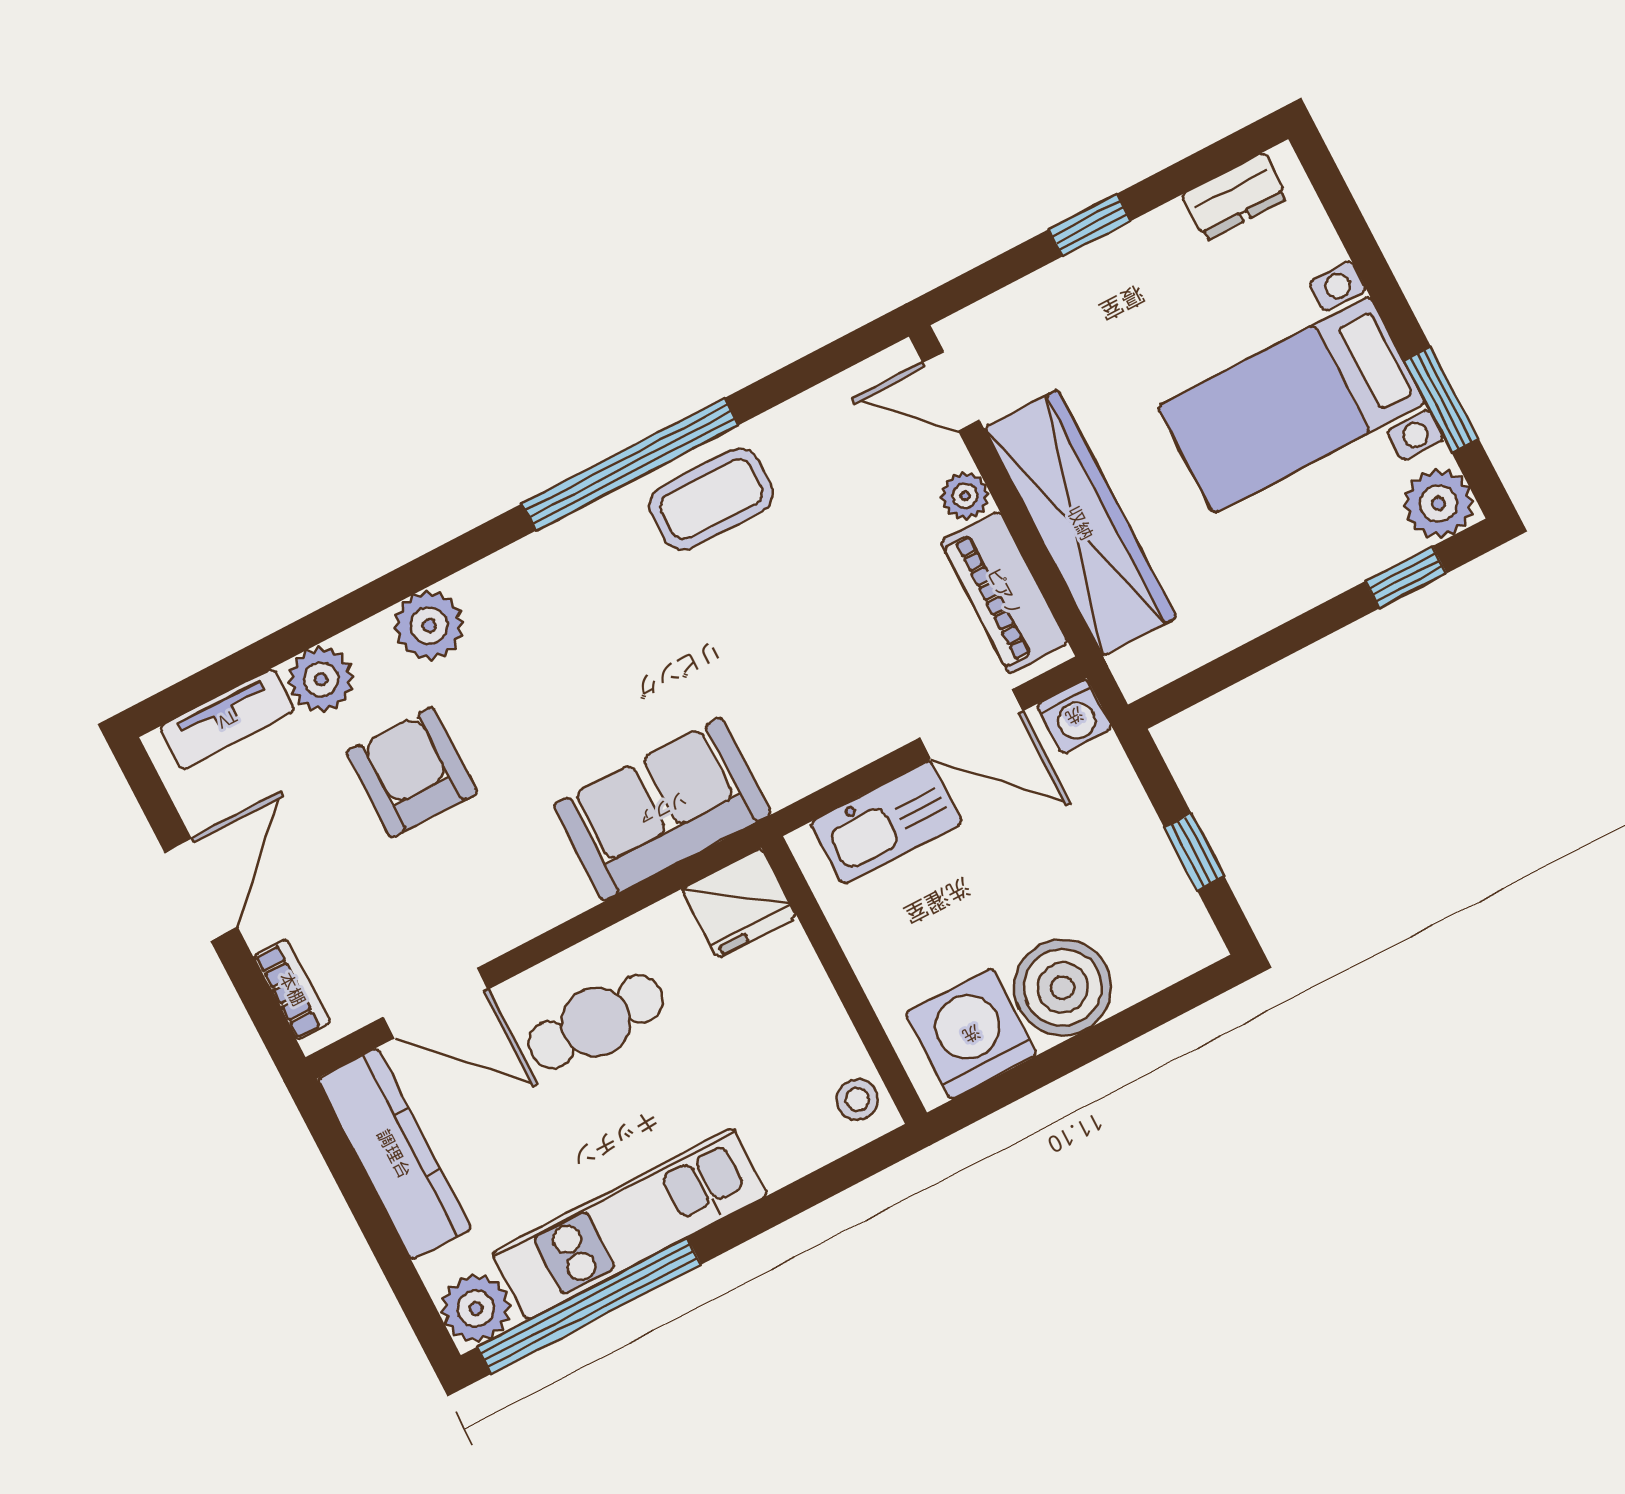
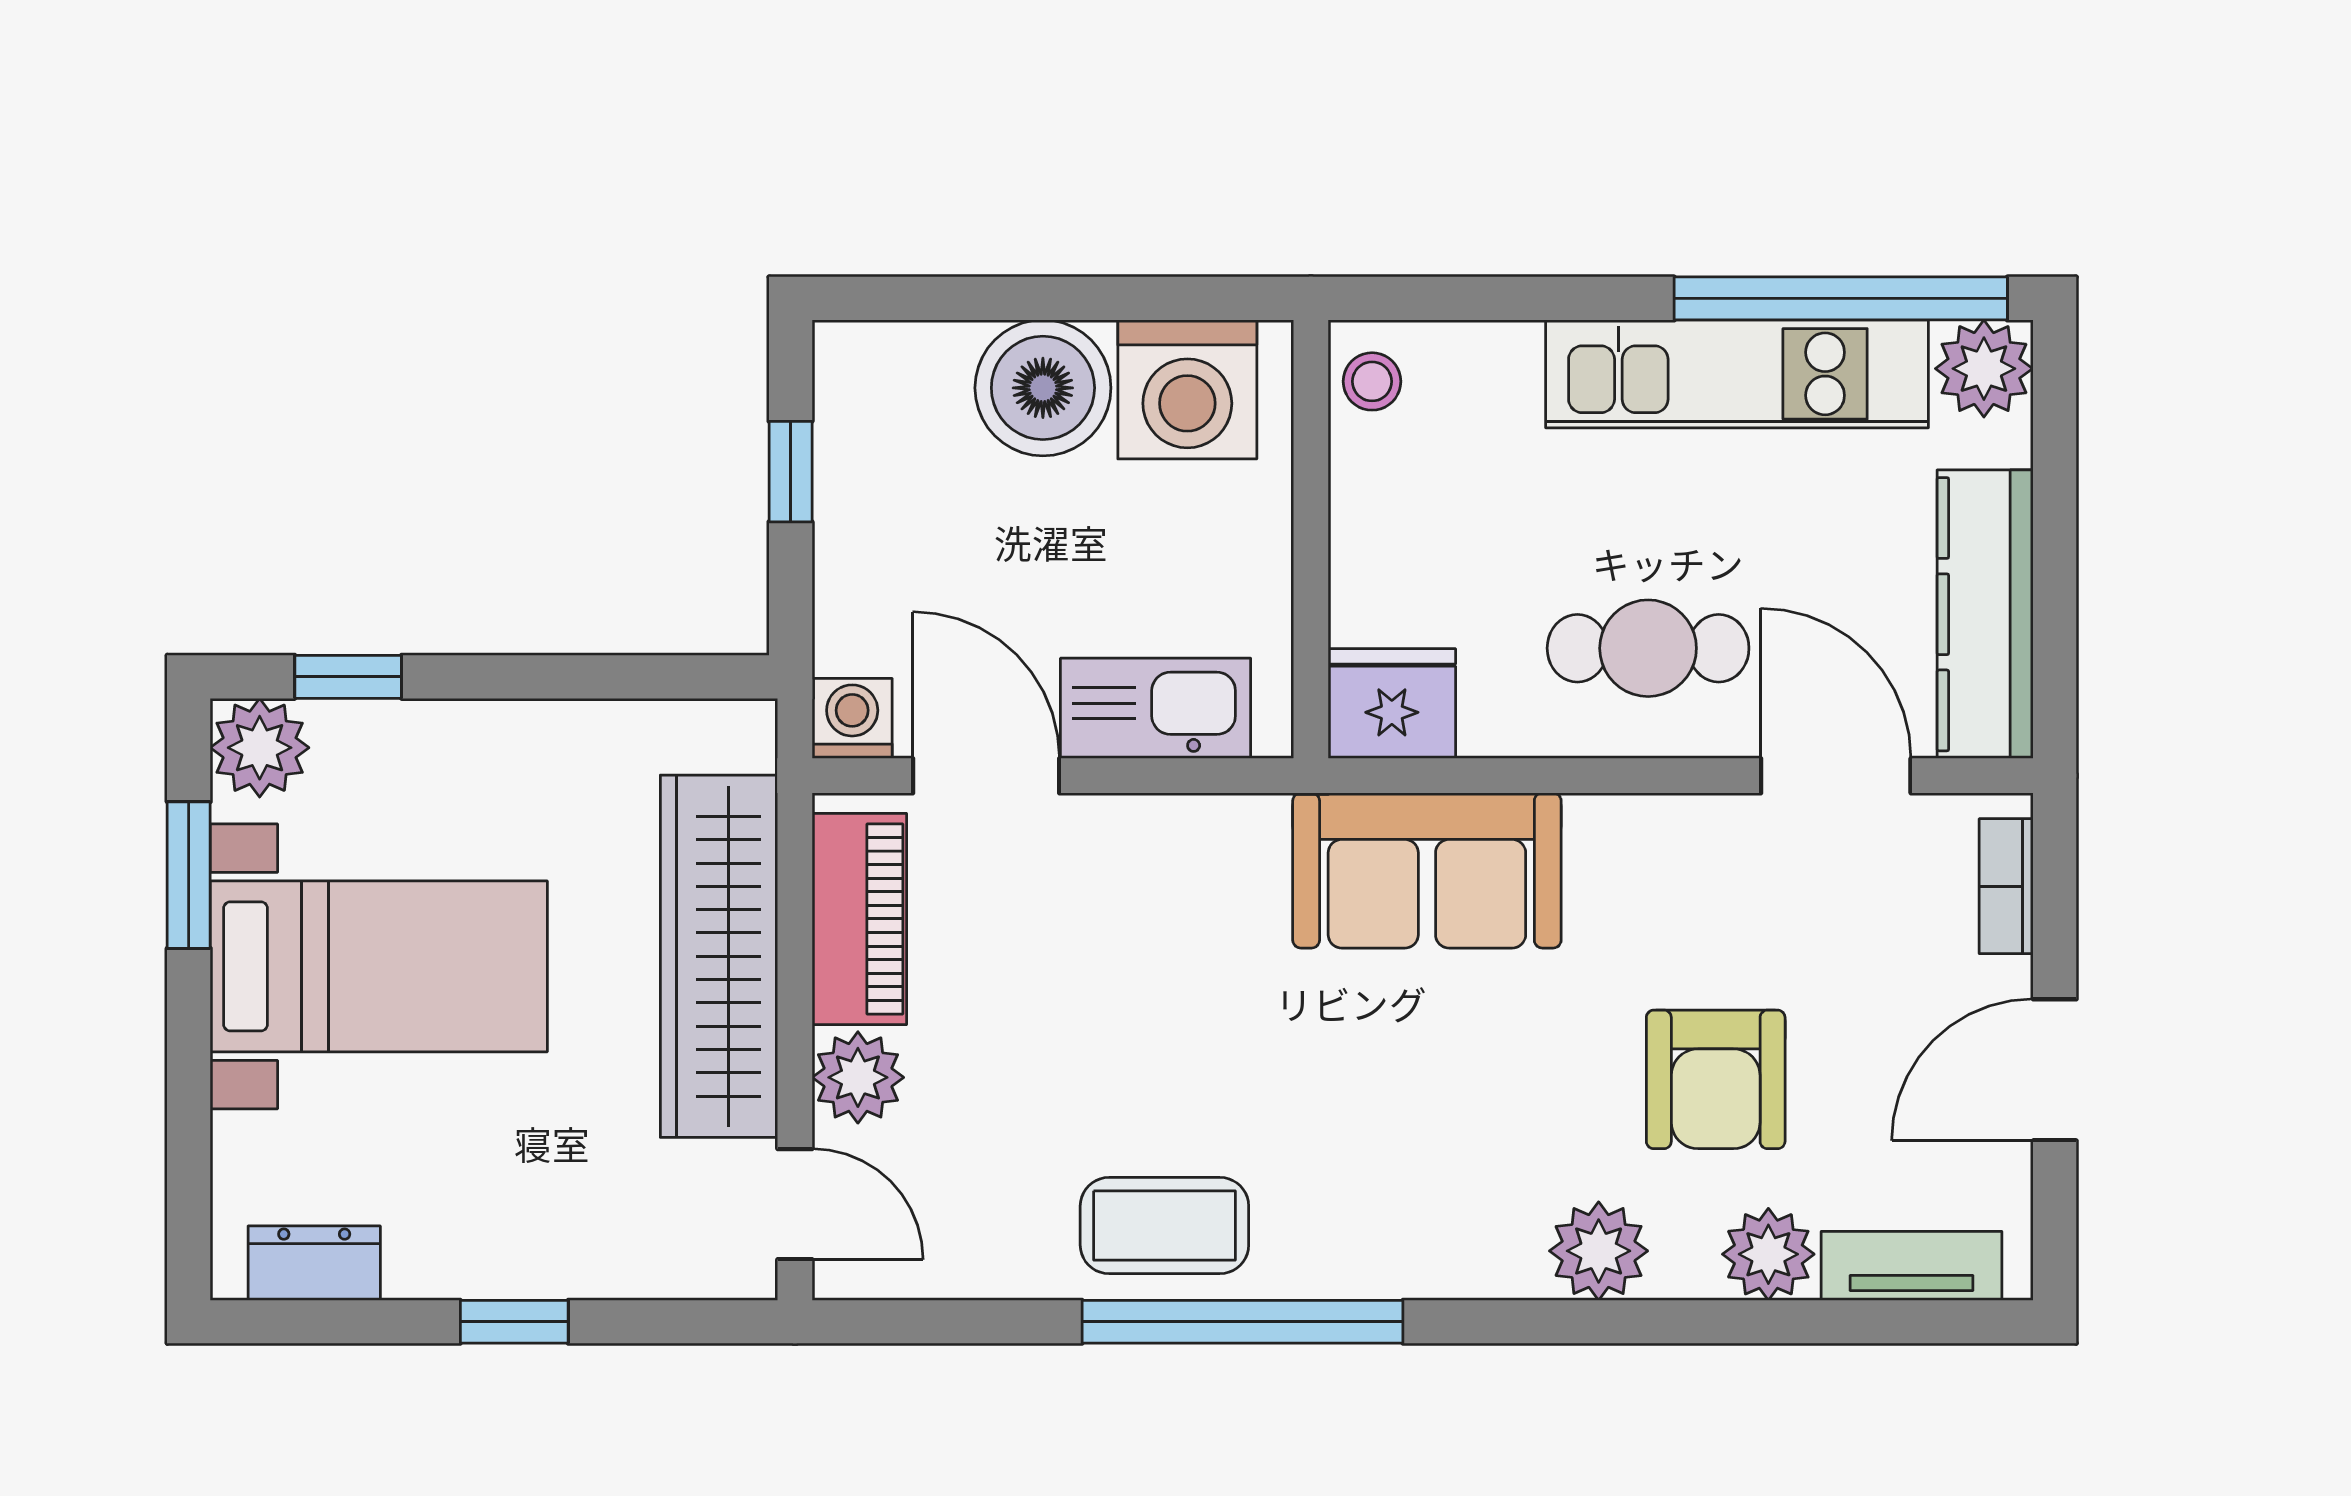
plant: (965, 496) -> (858, 1077), width x1.38, depth x1.38

